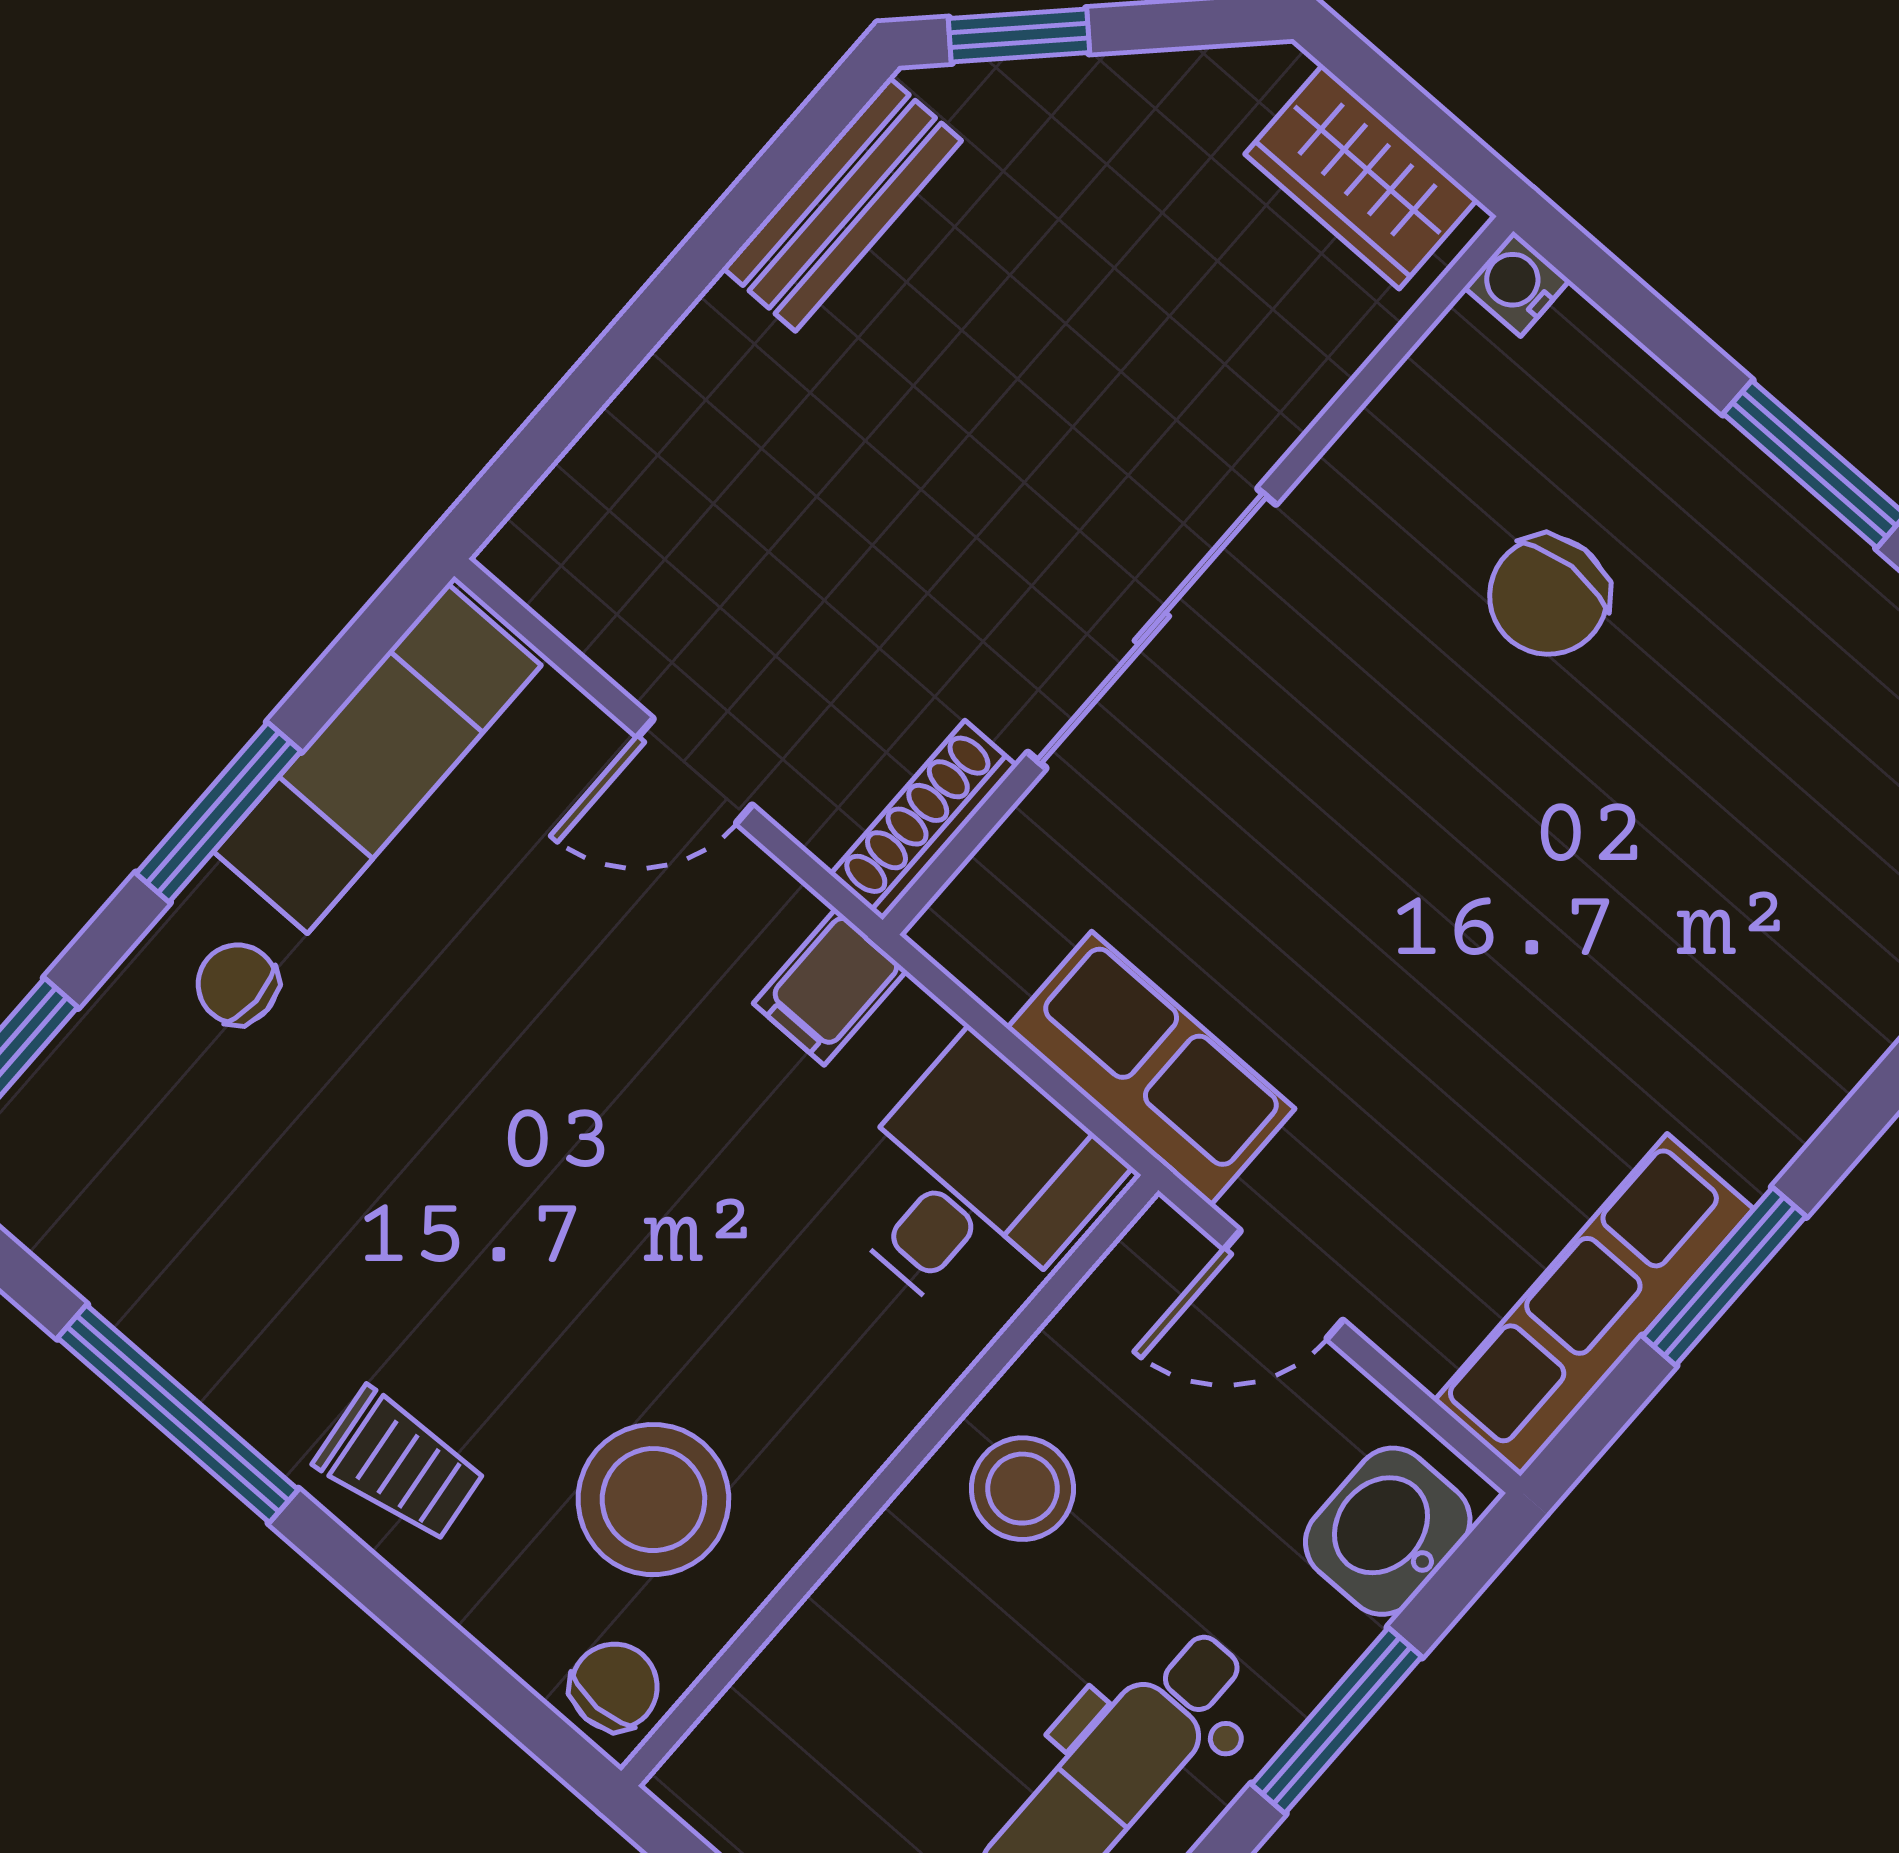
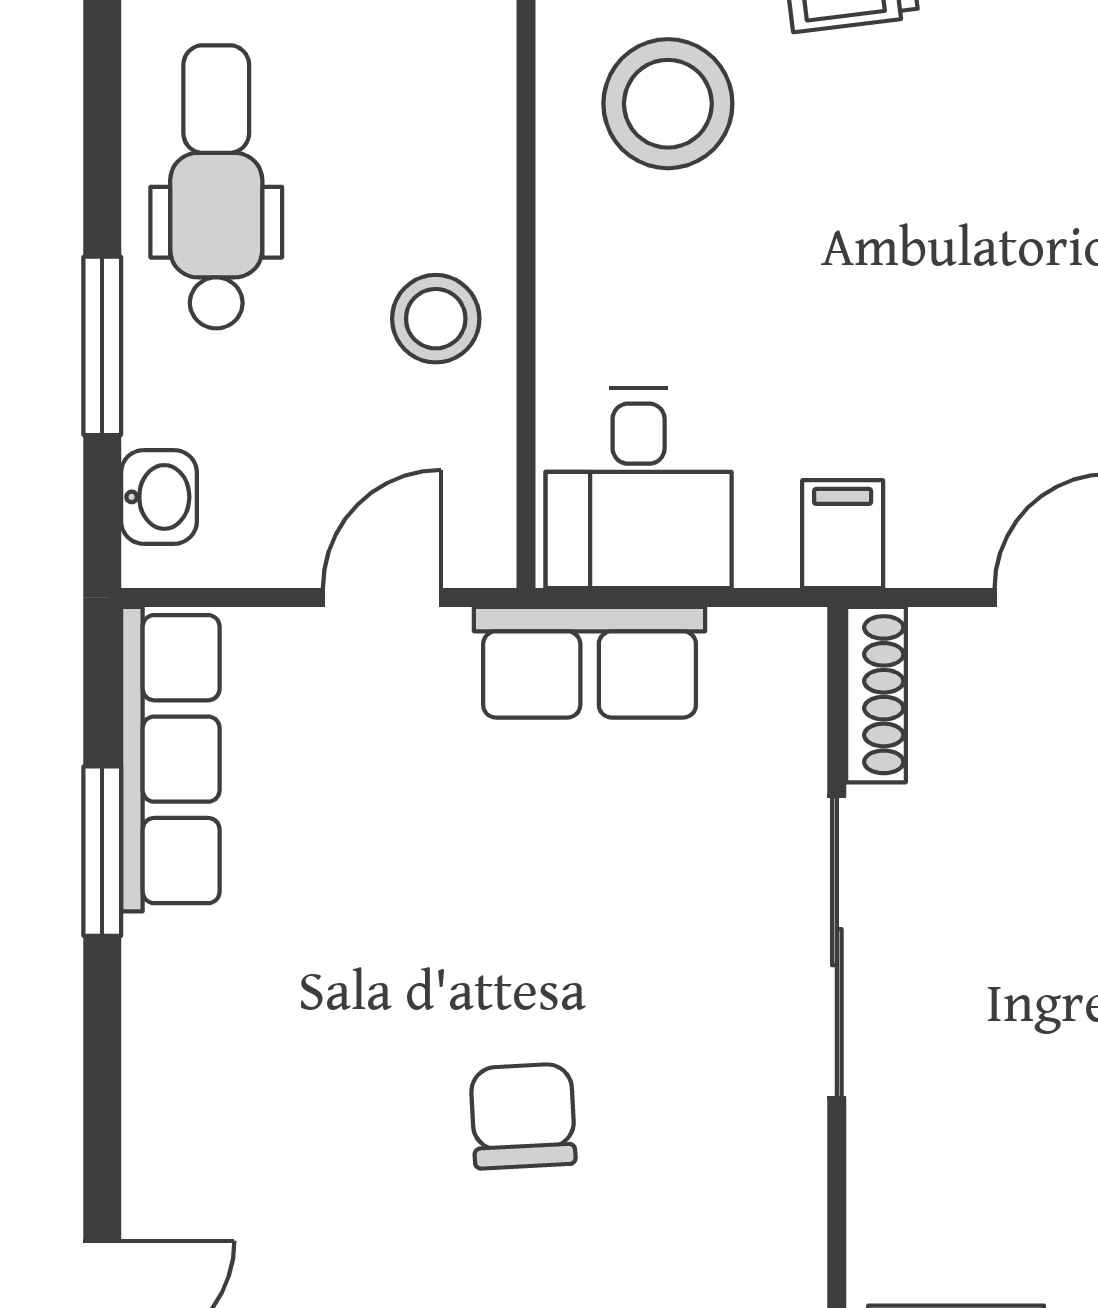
chair: (1548, 596) -> (523, 1116), moved
washbasin: (1388, 1531) -> (159, 497), width x0.72, depth x0.69

